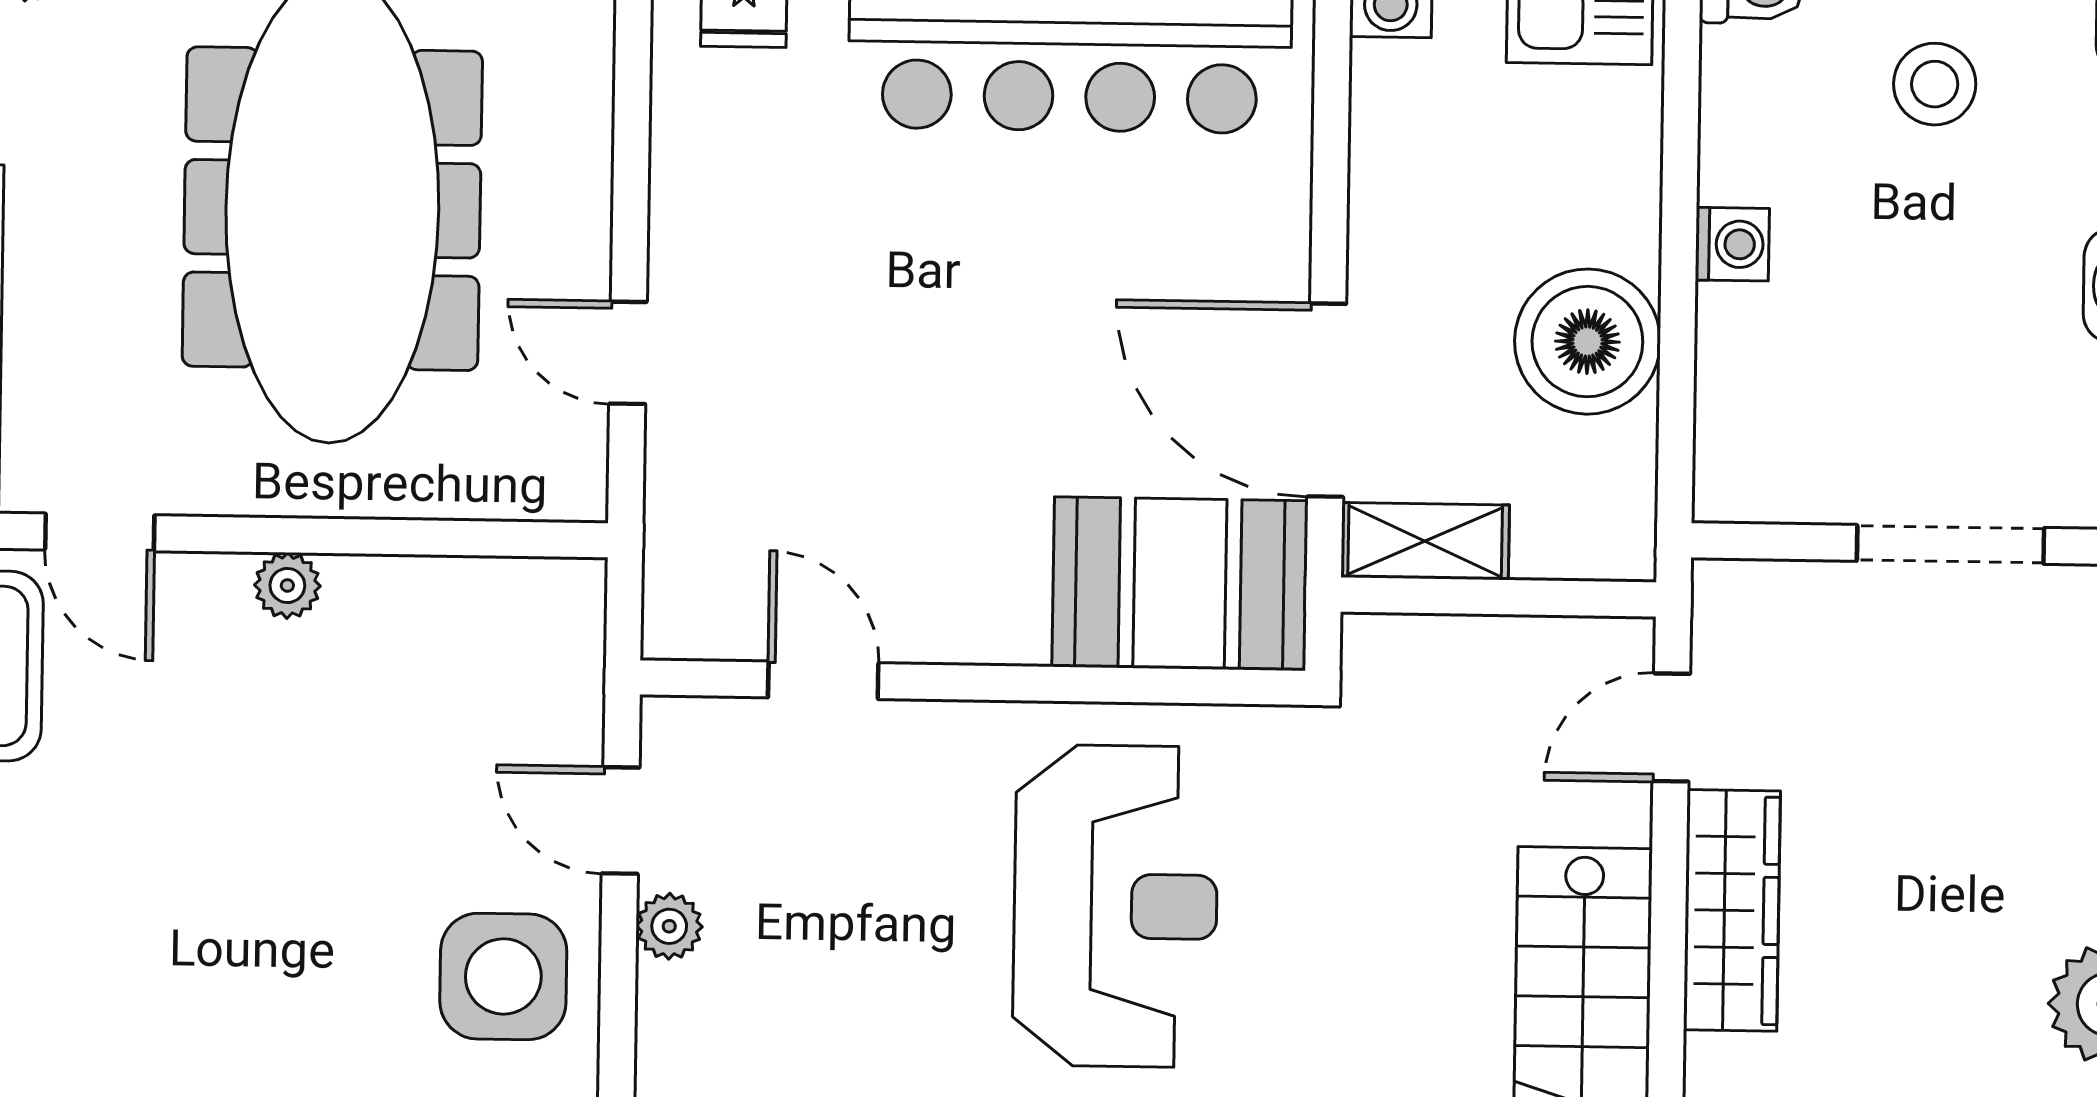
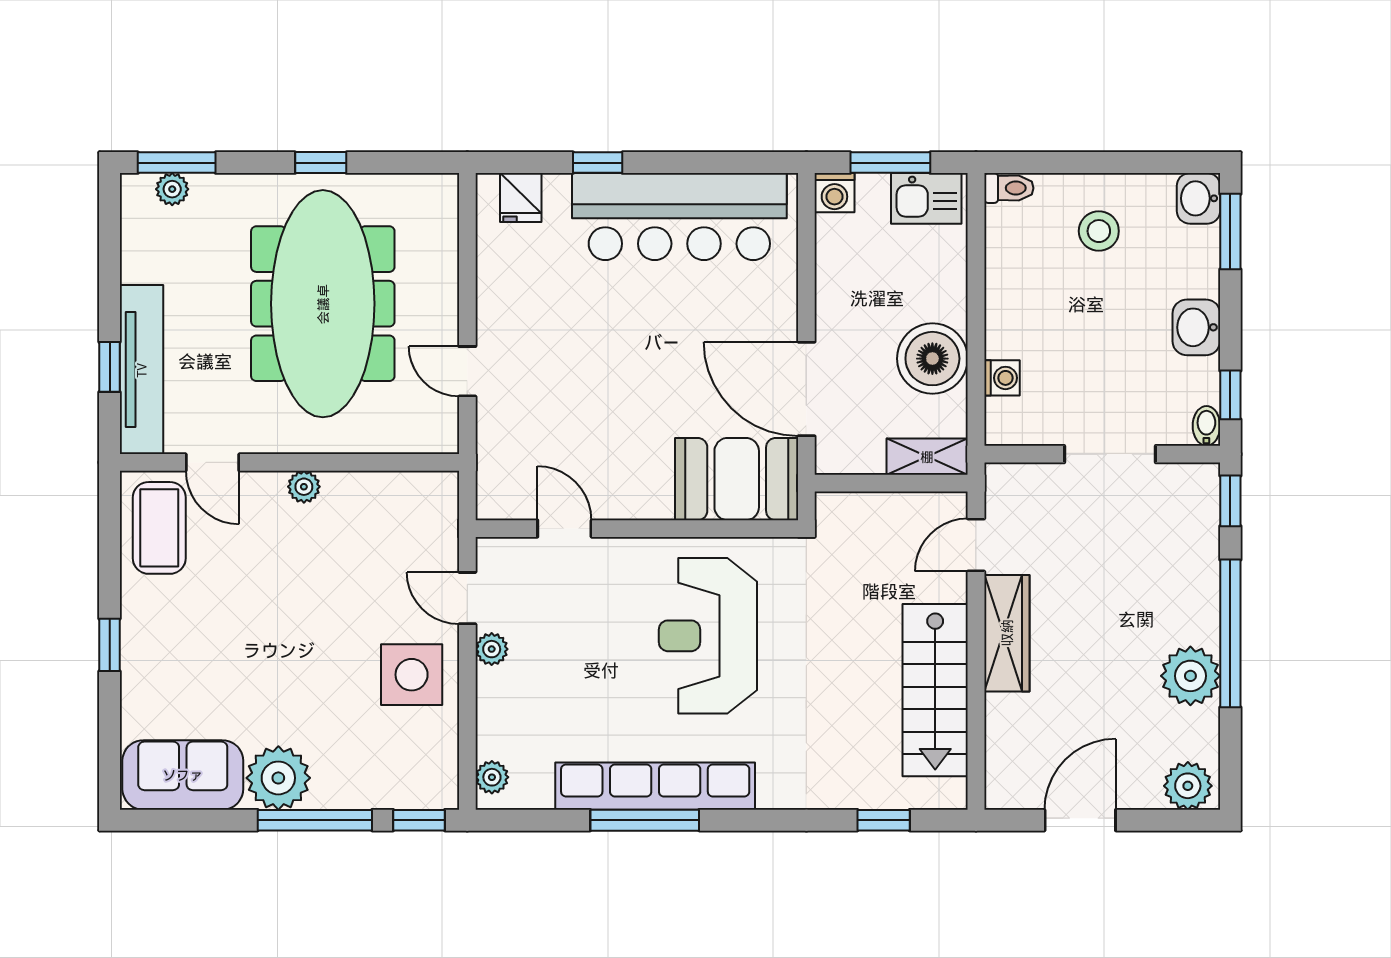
washing machine: (1732, 244) -> (1002, 378), moved
shelving: (1425, 541) -> (927, 457), moved
reception desk: (1116, 906) -> (708, 636), turned 180

